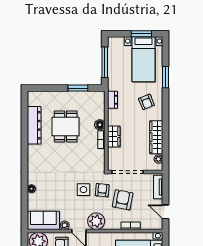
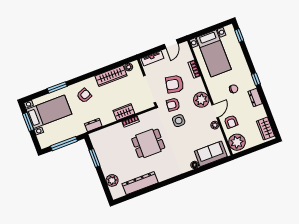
plant: (48, 97) -> (112, 180), added
floor lamp: (100, 125) -> (118, 128), removed
dining table: (66, 126) -> (148, 143), moved
sofa: (43, 220) -> (211, 154), moved, turned 90

